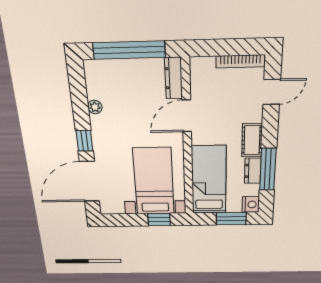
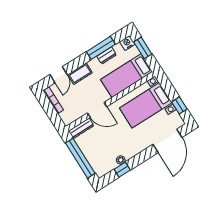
door: (272, 92) -> (59, 75), swing flipped
cot: (252, 140) -> (80, 74), moved
window: (84, 141) -> (122, 170), moved
door: (89, 182) -> (167, 141), hinge flipped
window: (159, 220) -> (179, 105), moved

